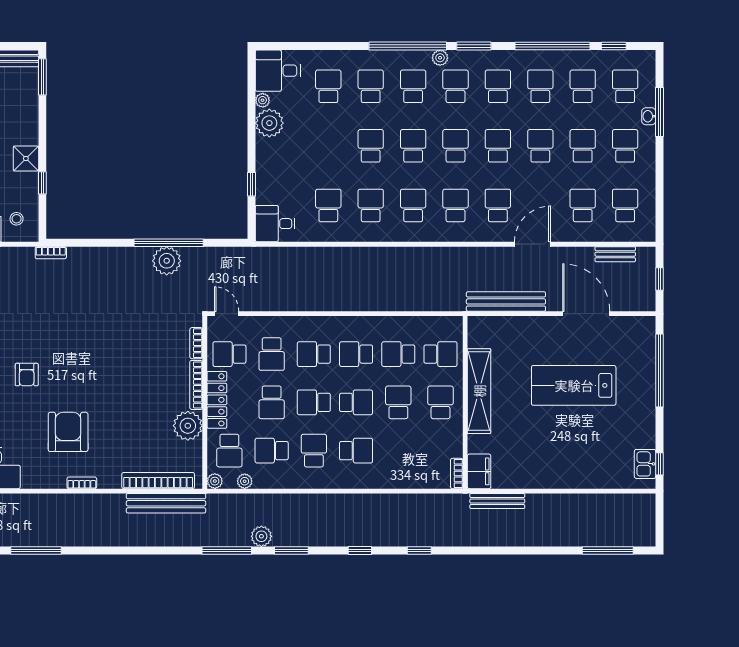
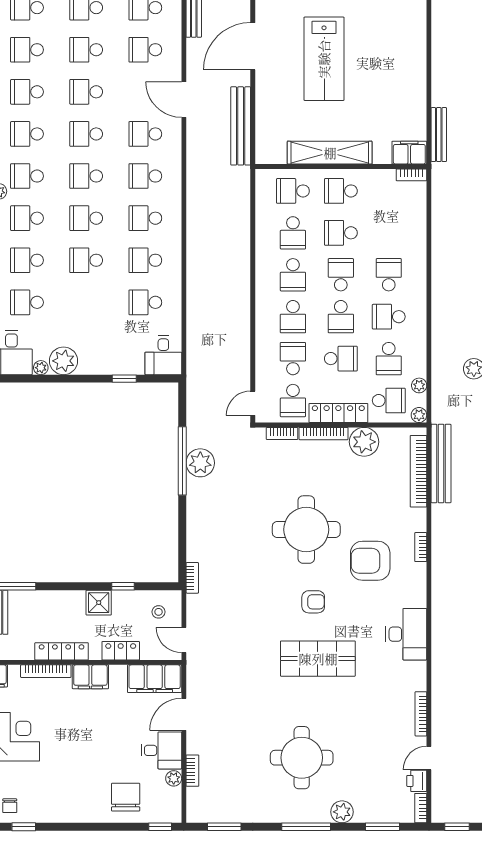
school desk: (272, 354) -> (293, 359), turned -90
school desk: (440, 354) -> (293, 191), turned -90
round table: (100, 368) -> (306, 530), added

